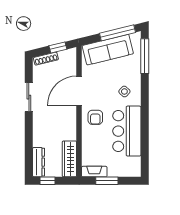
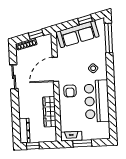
window: (118, 33) -> (85, 20), width x0.46
wardrobe: (69, 159) -> (49, 112), moved

